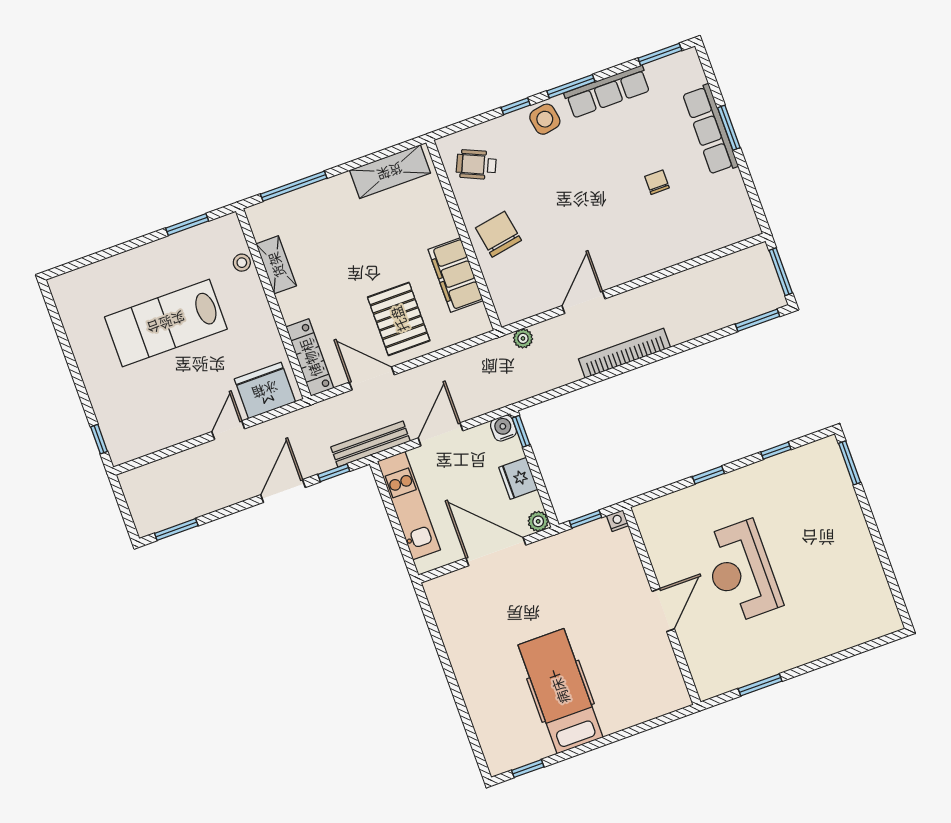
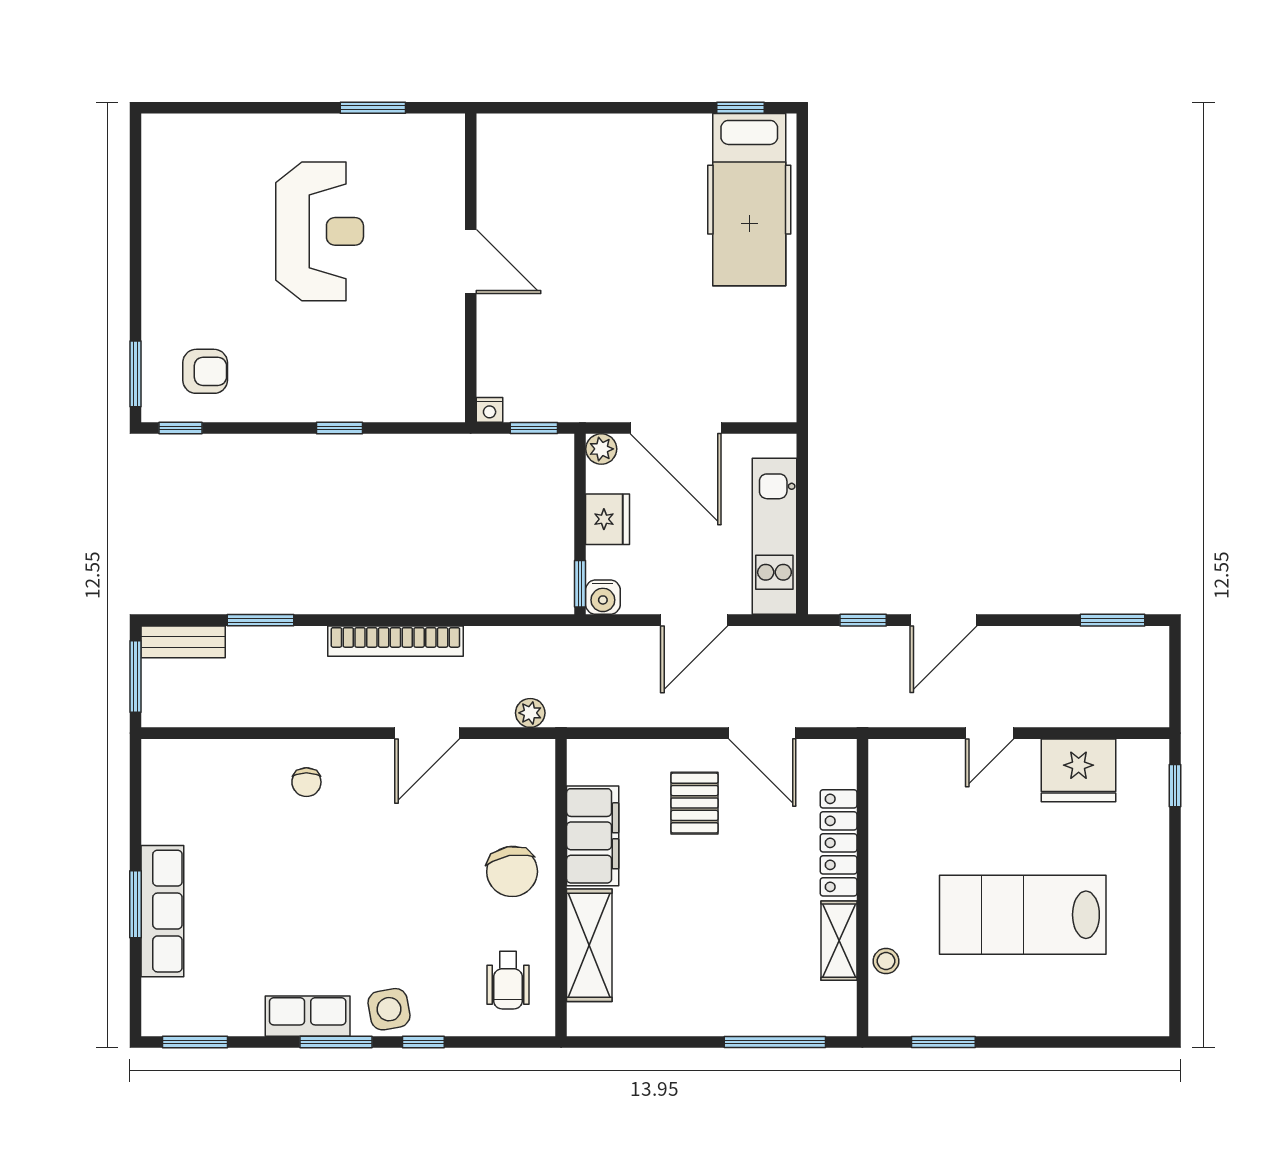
row of seats: (607, 92) -> (308, 1016), width x0.68
wheelchair: (476, 165) -> (508, 980), turned 66
shelving: (390, 172) -> (589, 945), moved, turned 90
chair: (657, 182) -> (306, 782), moved
pallet: (399, 319) -> (694, 803), width x0.67, depth x0.71
window: (757, 320) -> (260, 620), moved
lab bench: (166, 323) -> (1023, 915), turned 180
locker: (310, 358) -> (839, 843), moved
fridge: (265, 390) -> (1079, 770), moved
bench: (371, 444) -> (183, 642), moved, width x0.73
window: (776, 451) -> (181, 428), moved
armchair: (806, 480) -> (205, 371), added
reception desk: (741, 571) -> (320, 231), moved
door: (663, 610) -> (471, 262), swing flipped
hospital bed: (560, 691) -> (749, 200), moved

